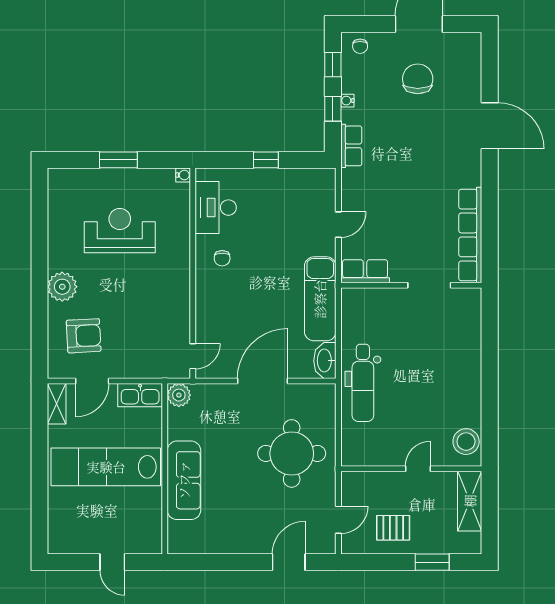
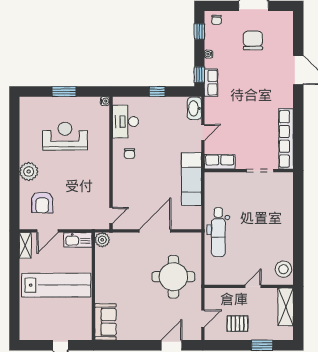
window: (333, 109) -> (199, 75), moved
armchair: (84, 336) -> (42, 202), turned 93
washbasin: (325, 361) -> (194, 108), moved
lab bench: (106, 467) -> (56, 285), turned 180
sofa: (184, 480) -> (105, 322), moved, width x0.73

